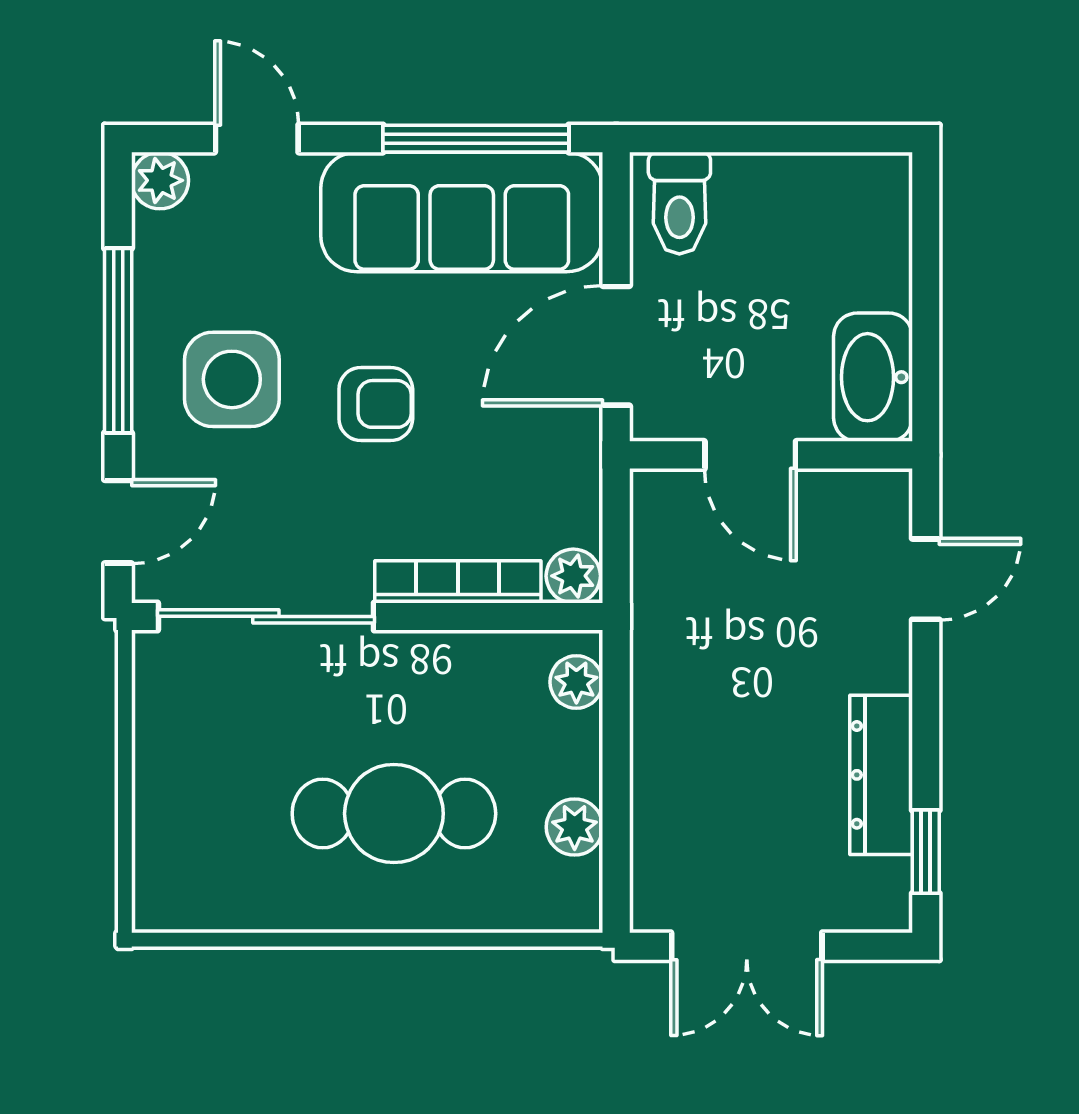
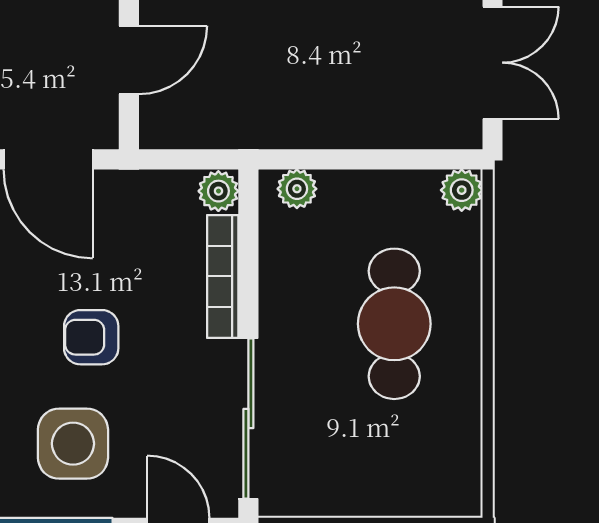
armchair: (376, 404) -> (91, 337), turned -90
plant: (575, 827) -> (462, 190), moved

